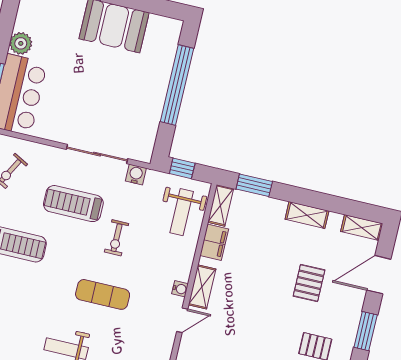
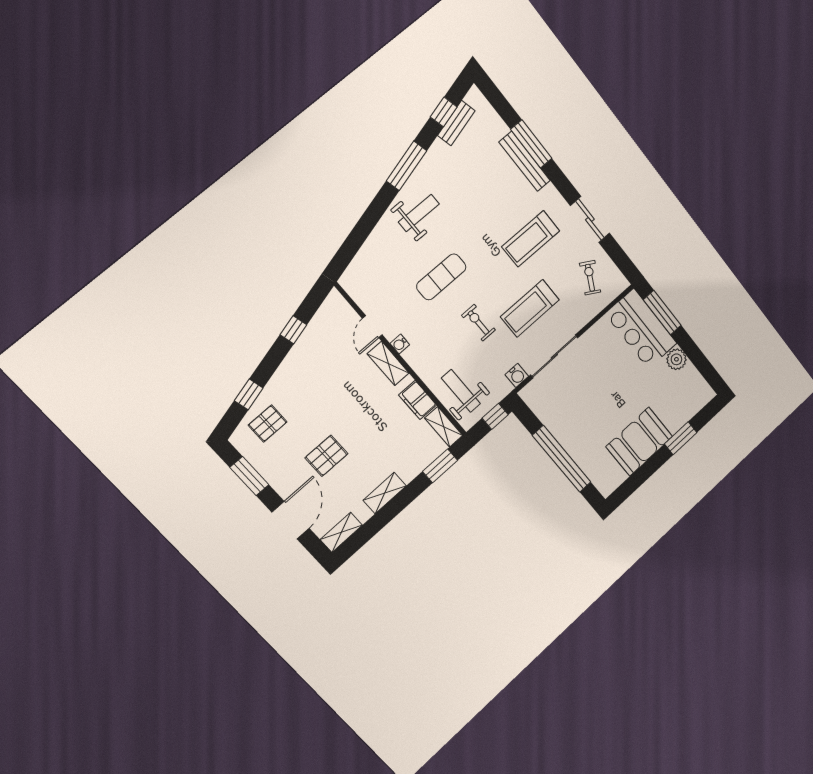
treadmill: (73, 204) -> (530, 308), turned 180
pallet: (309, 283) -> (326, 456), turned 90

